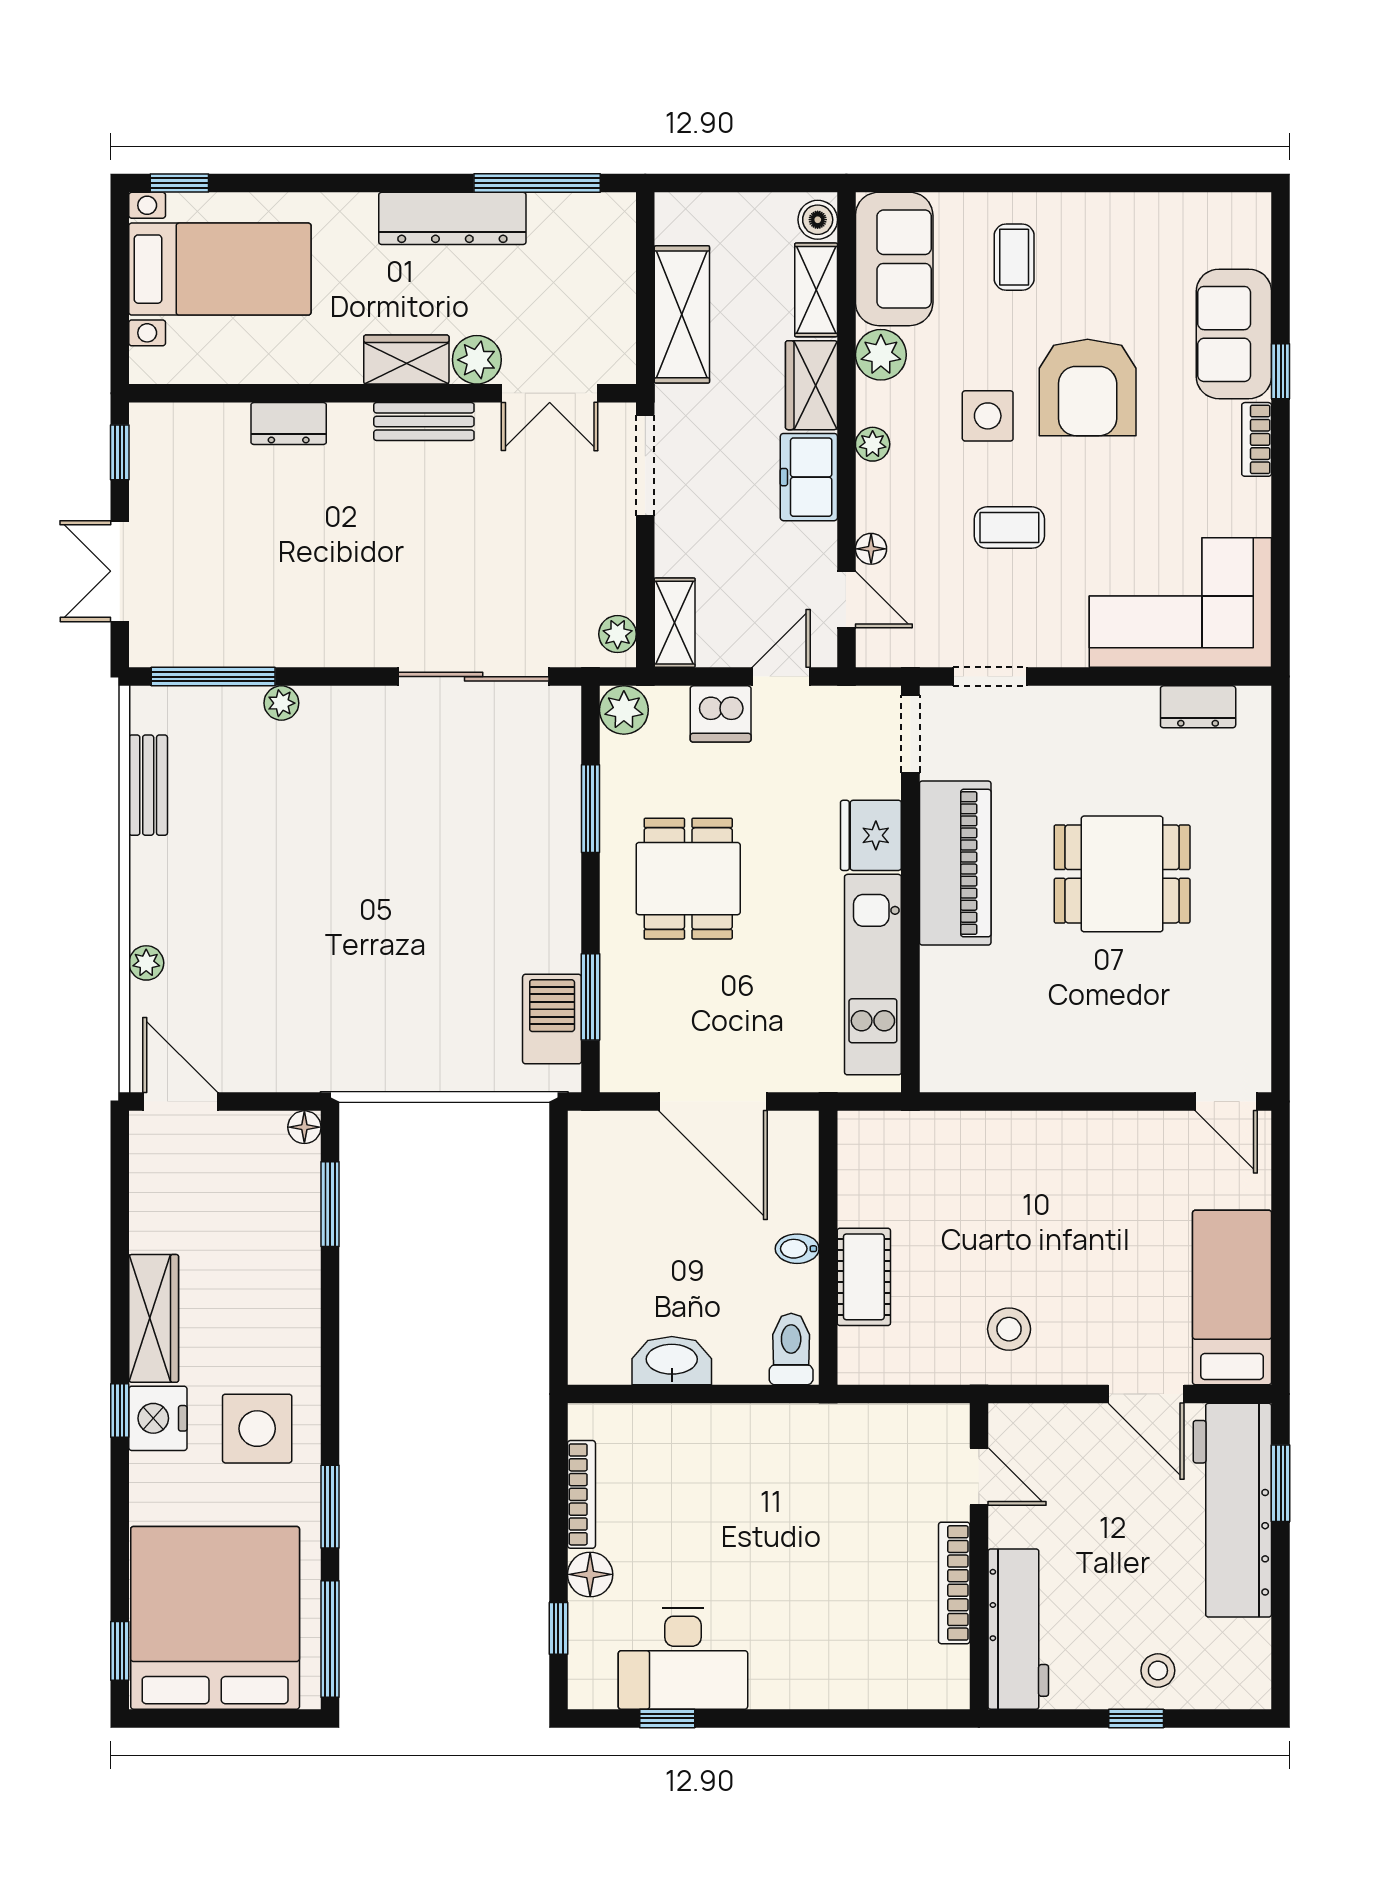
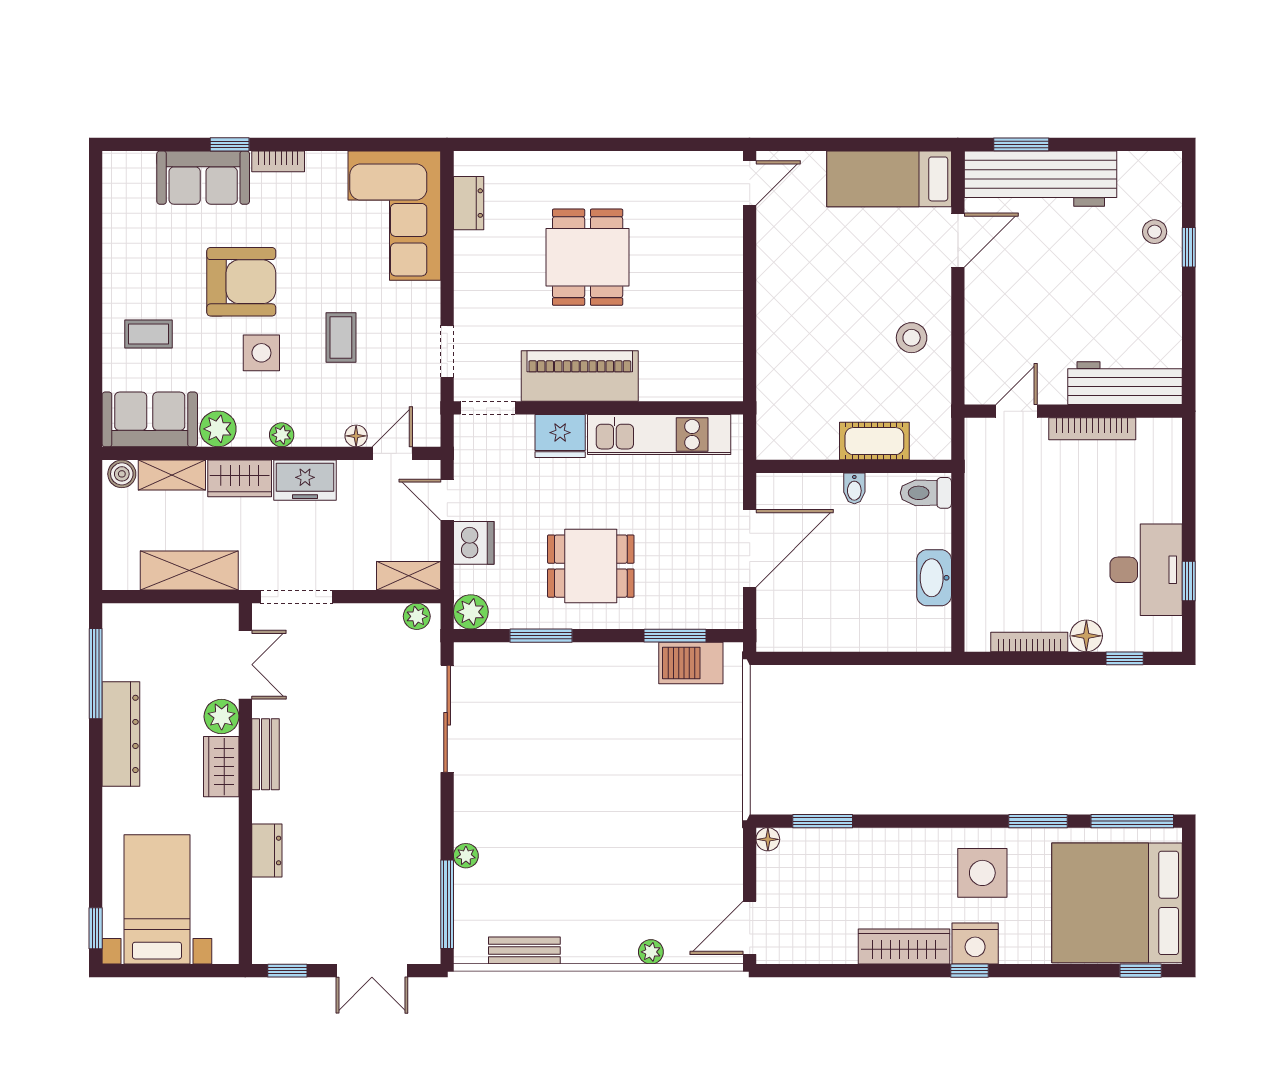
door: (979, 1476) -> (1016, 411), moved
wall: (979, 1556) -> (1073, 411), moved
bookcase: (954, 1583) -> (1092, 429), moved
workbench: (1018, 1629) -> (1125, 383), moved

